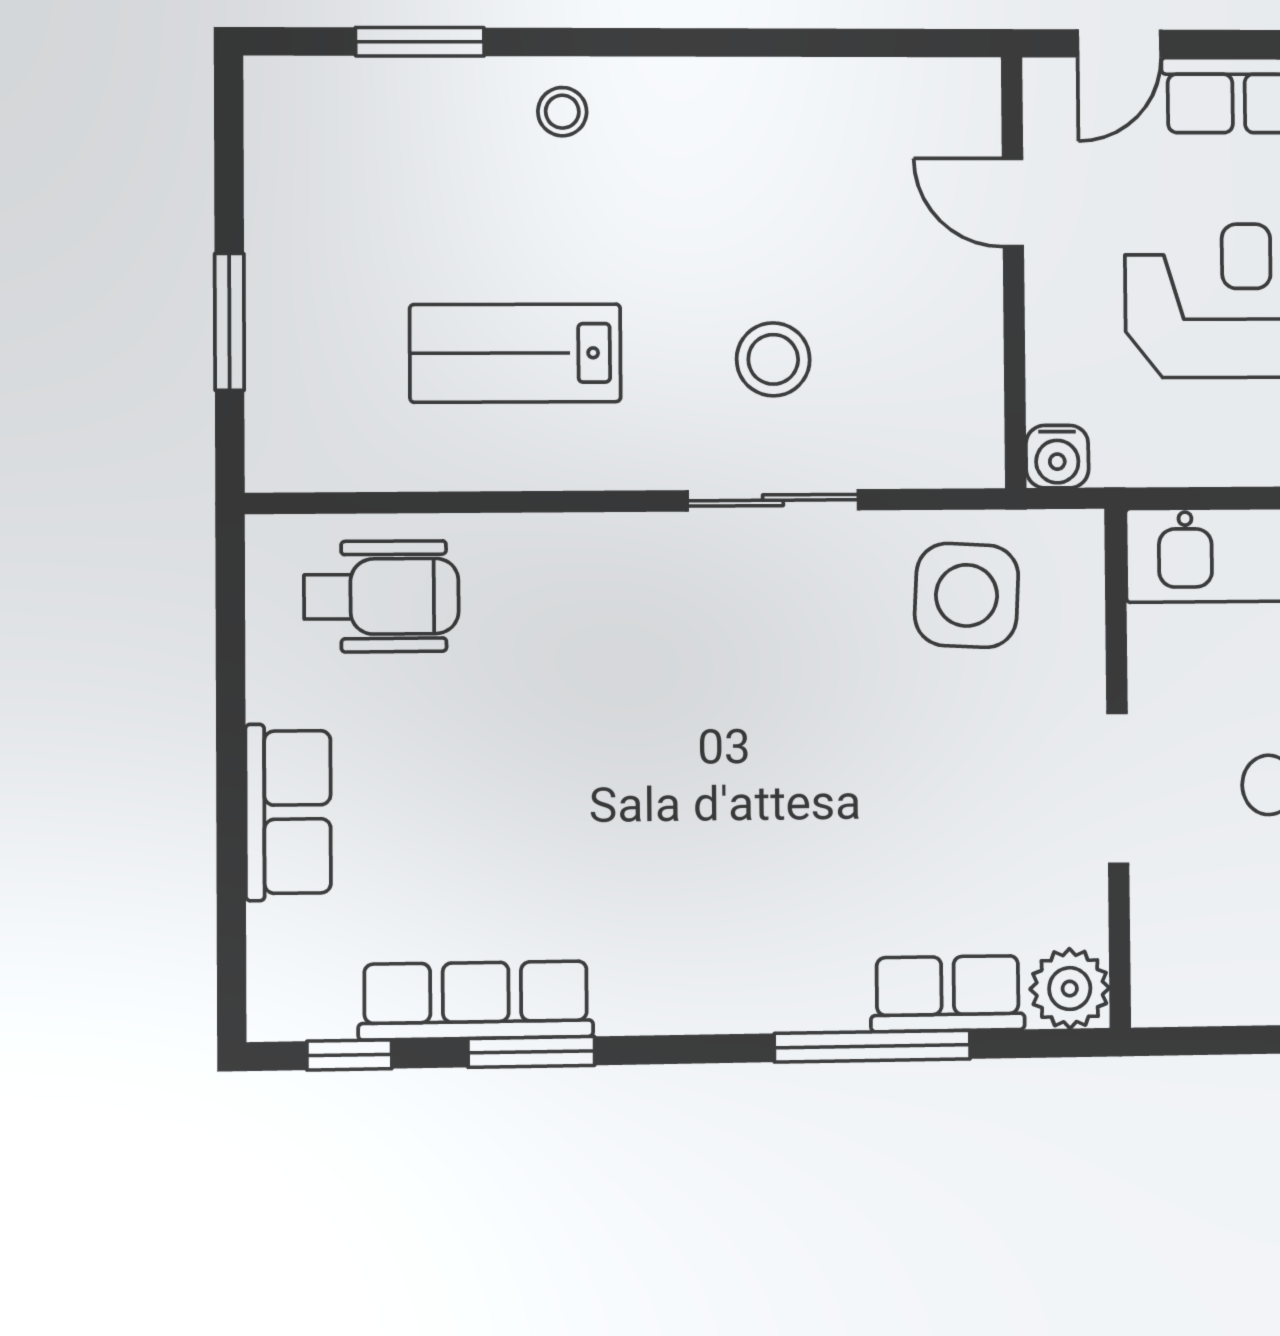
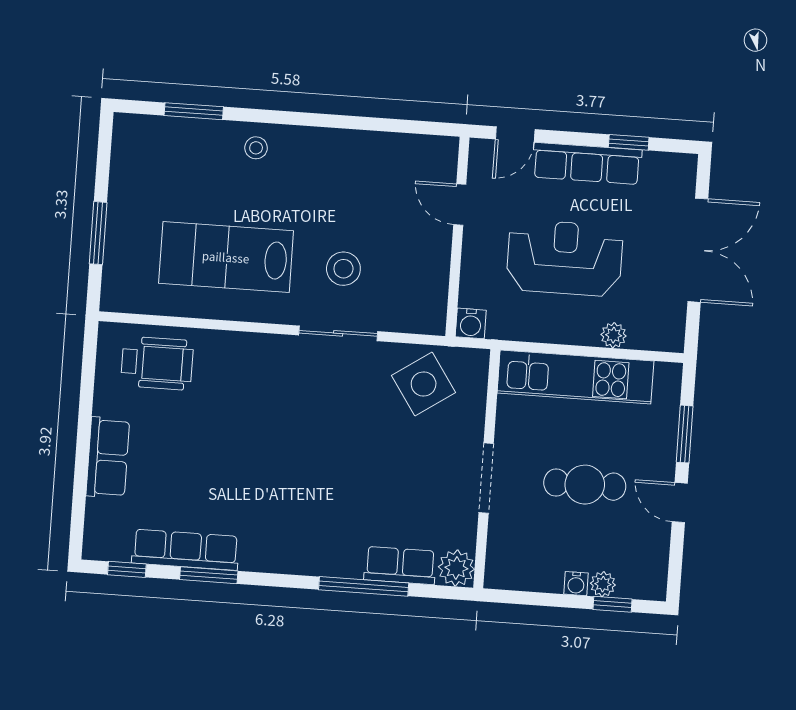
lab bench: (515, 353) -> (226, 257), width x1.36, depth x1.39
side table: (967, 595) -> (424, 384), turned -37

